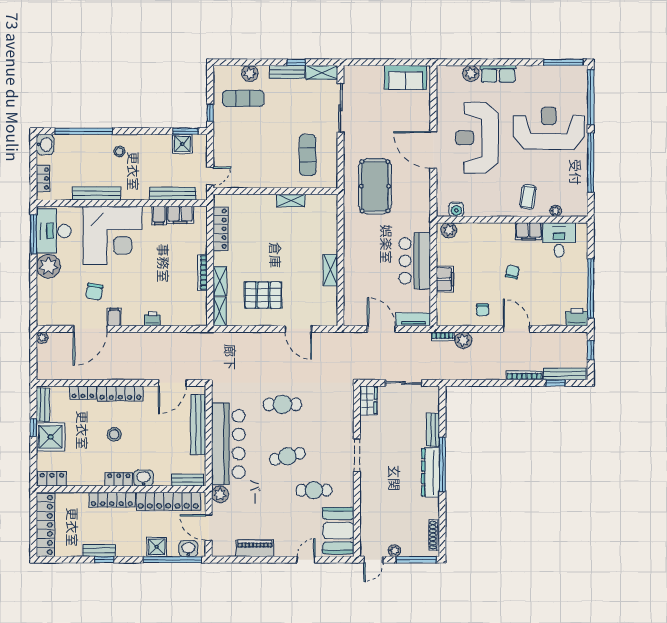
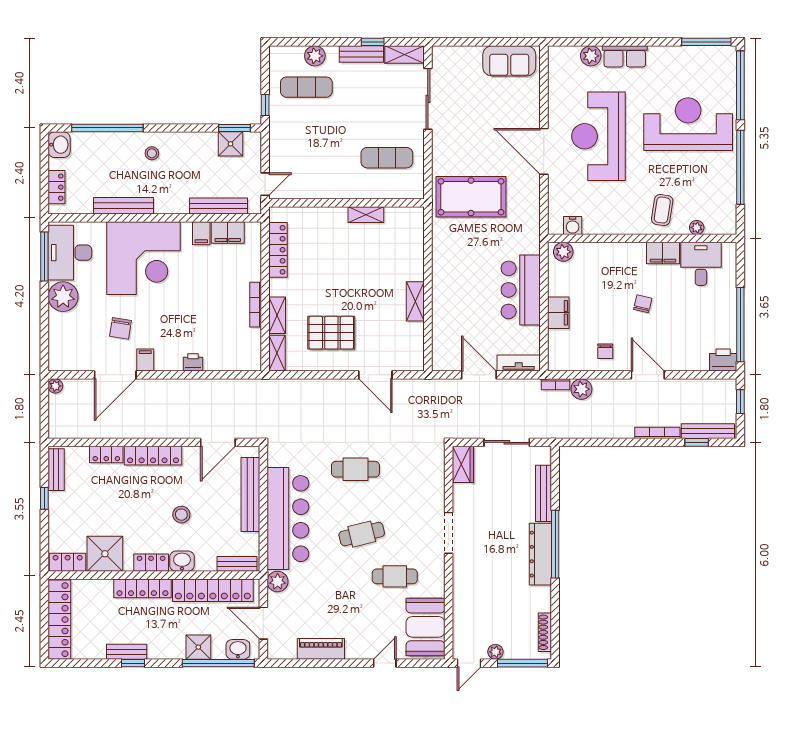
exercise mat: (308, 155) -> (387, 158), turned 90
pool table: (375, 186) -> (471, 197), turned 90
bench: (433, 430) -> (544, 493), width x1.36
stool: (114, 434) -> (181, 515), moved
shower: (51, 437) -> (105, 554), moved

